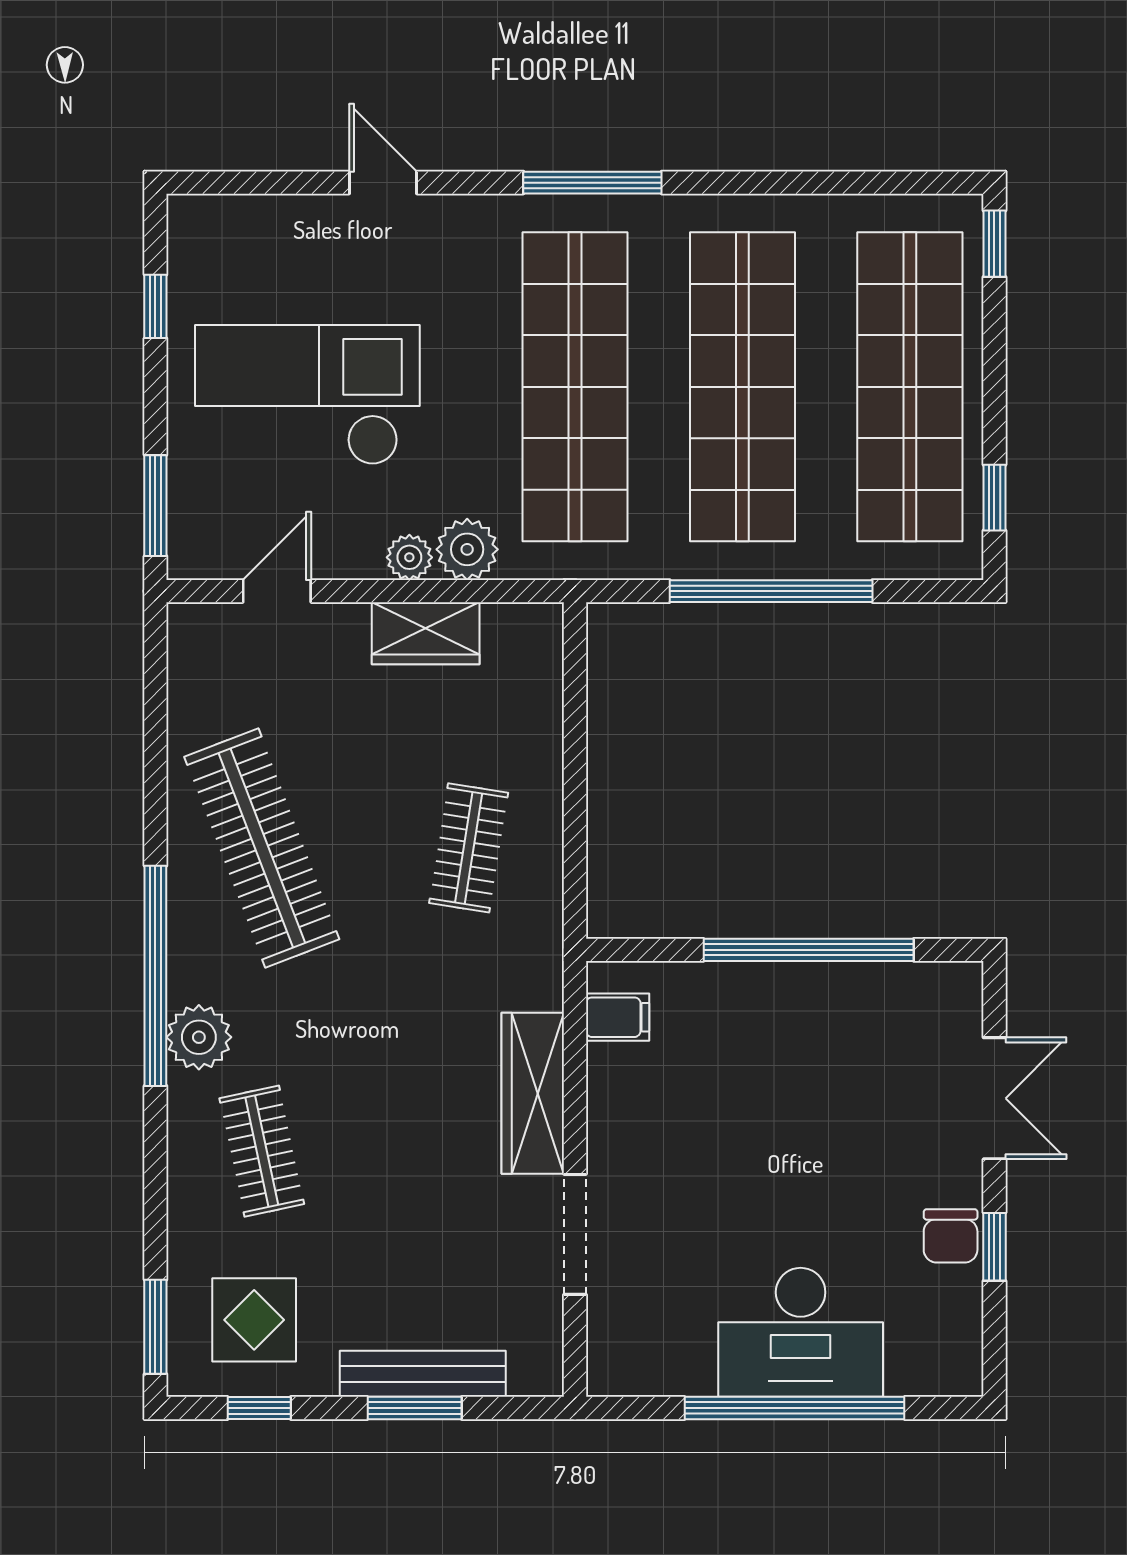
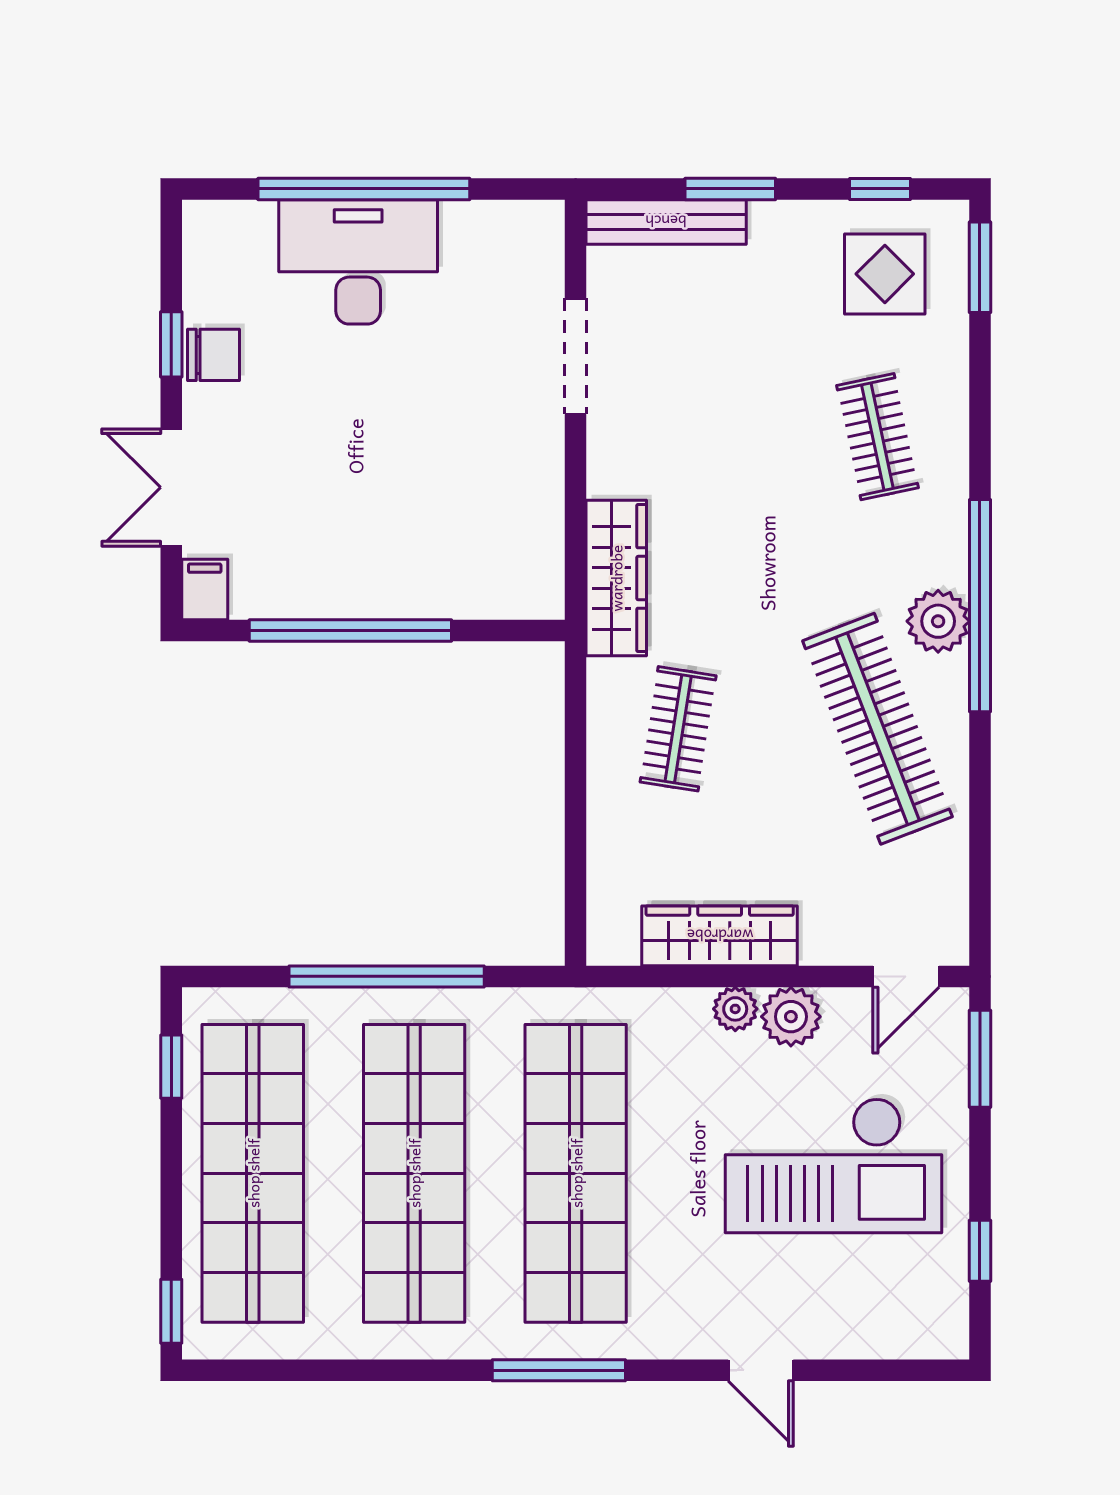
plant: (467, 549) -> (791, 1017), moved
door: (277, 591) -> (906, 976), moved
wardrobe: (426, 633) -> (720, 936), width x1.50
filing cabinet: (618, 1017) -> (205, 589), moved, turned 90
plant: (199, 1037) -> (938, 621), moved
wardrobe: (533, 1093) -> (616, 578), moved
chair: (951, 1236) -> (214, 355), turned 90
bench: (423, 1374) -> (666, 222), moved

